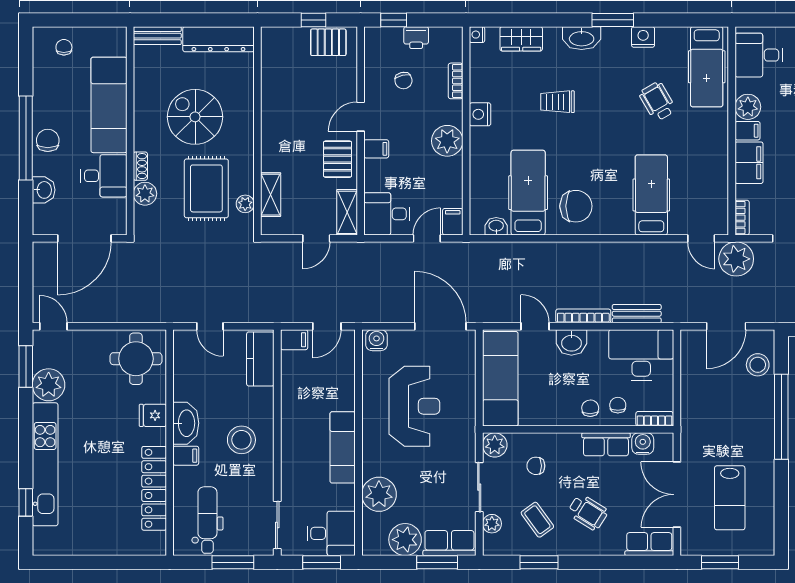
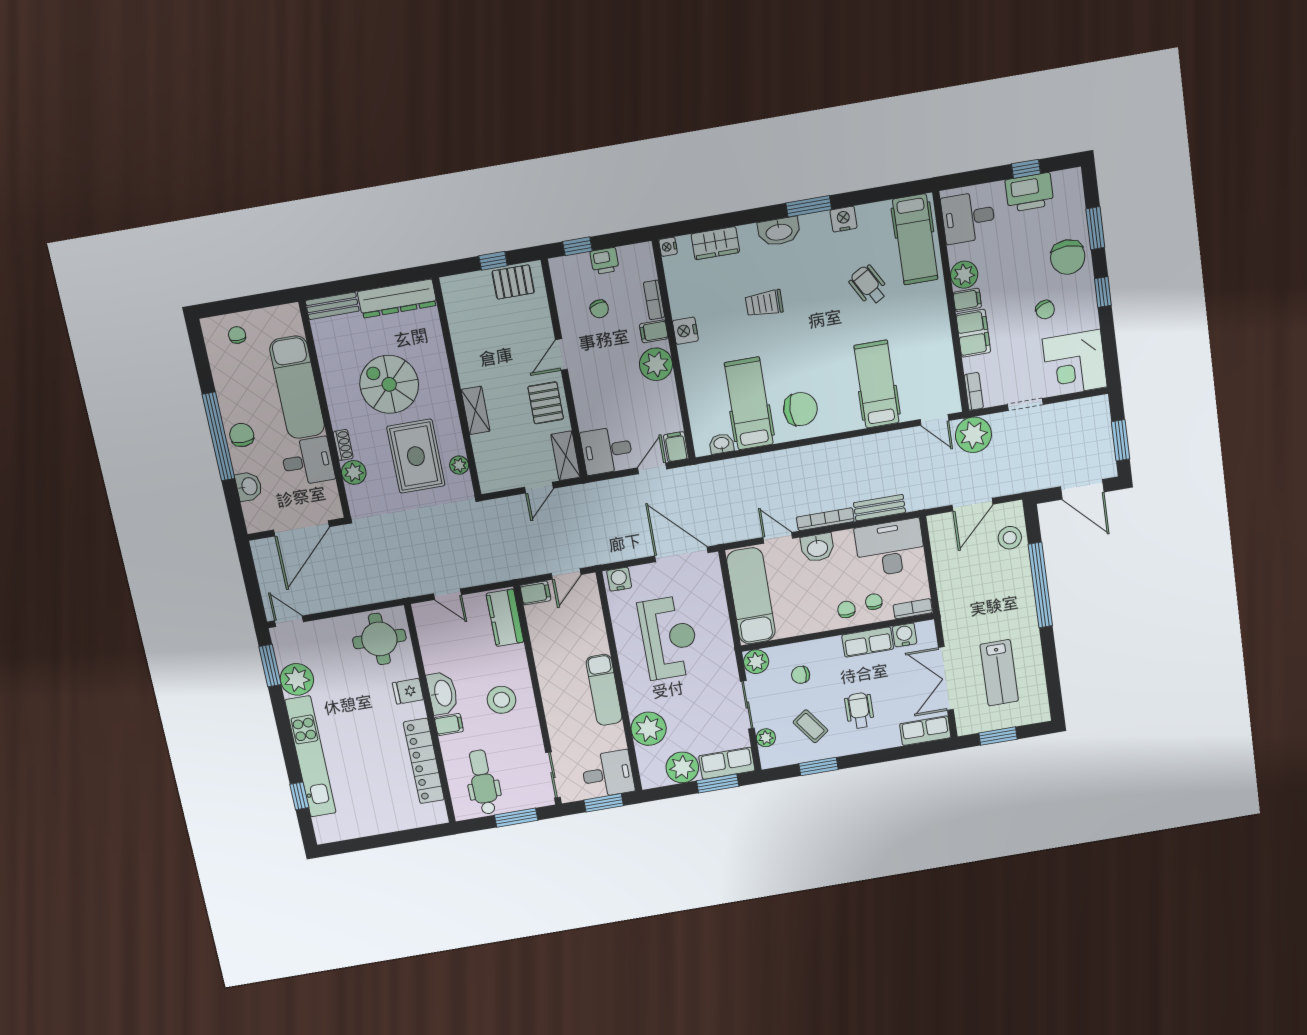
filing cabinet: (376, 149) -> (654, 331), moved, turned 180
shelving: (271, 195) -> (476, 410), moved
wheelchair: (588, 512) -> (859, 711), turned -122

